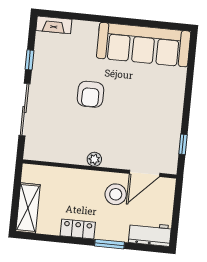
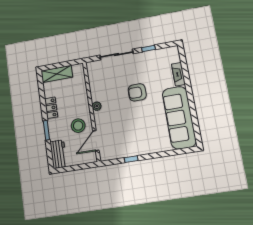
fireplace: (54, 25) -> (178, 74), moved
window: (183, 144) -> (131, 159), moved
door: (145, 173) -> (96, 141), hinge flipped

